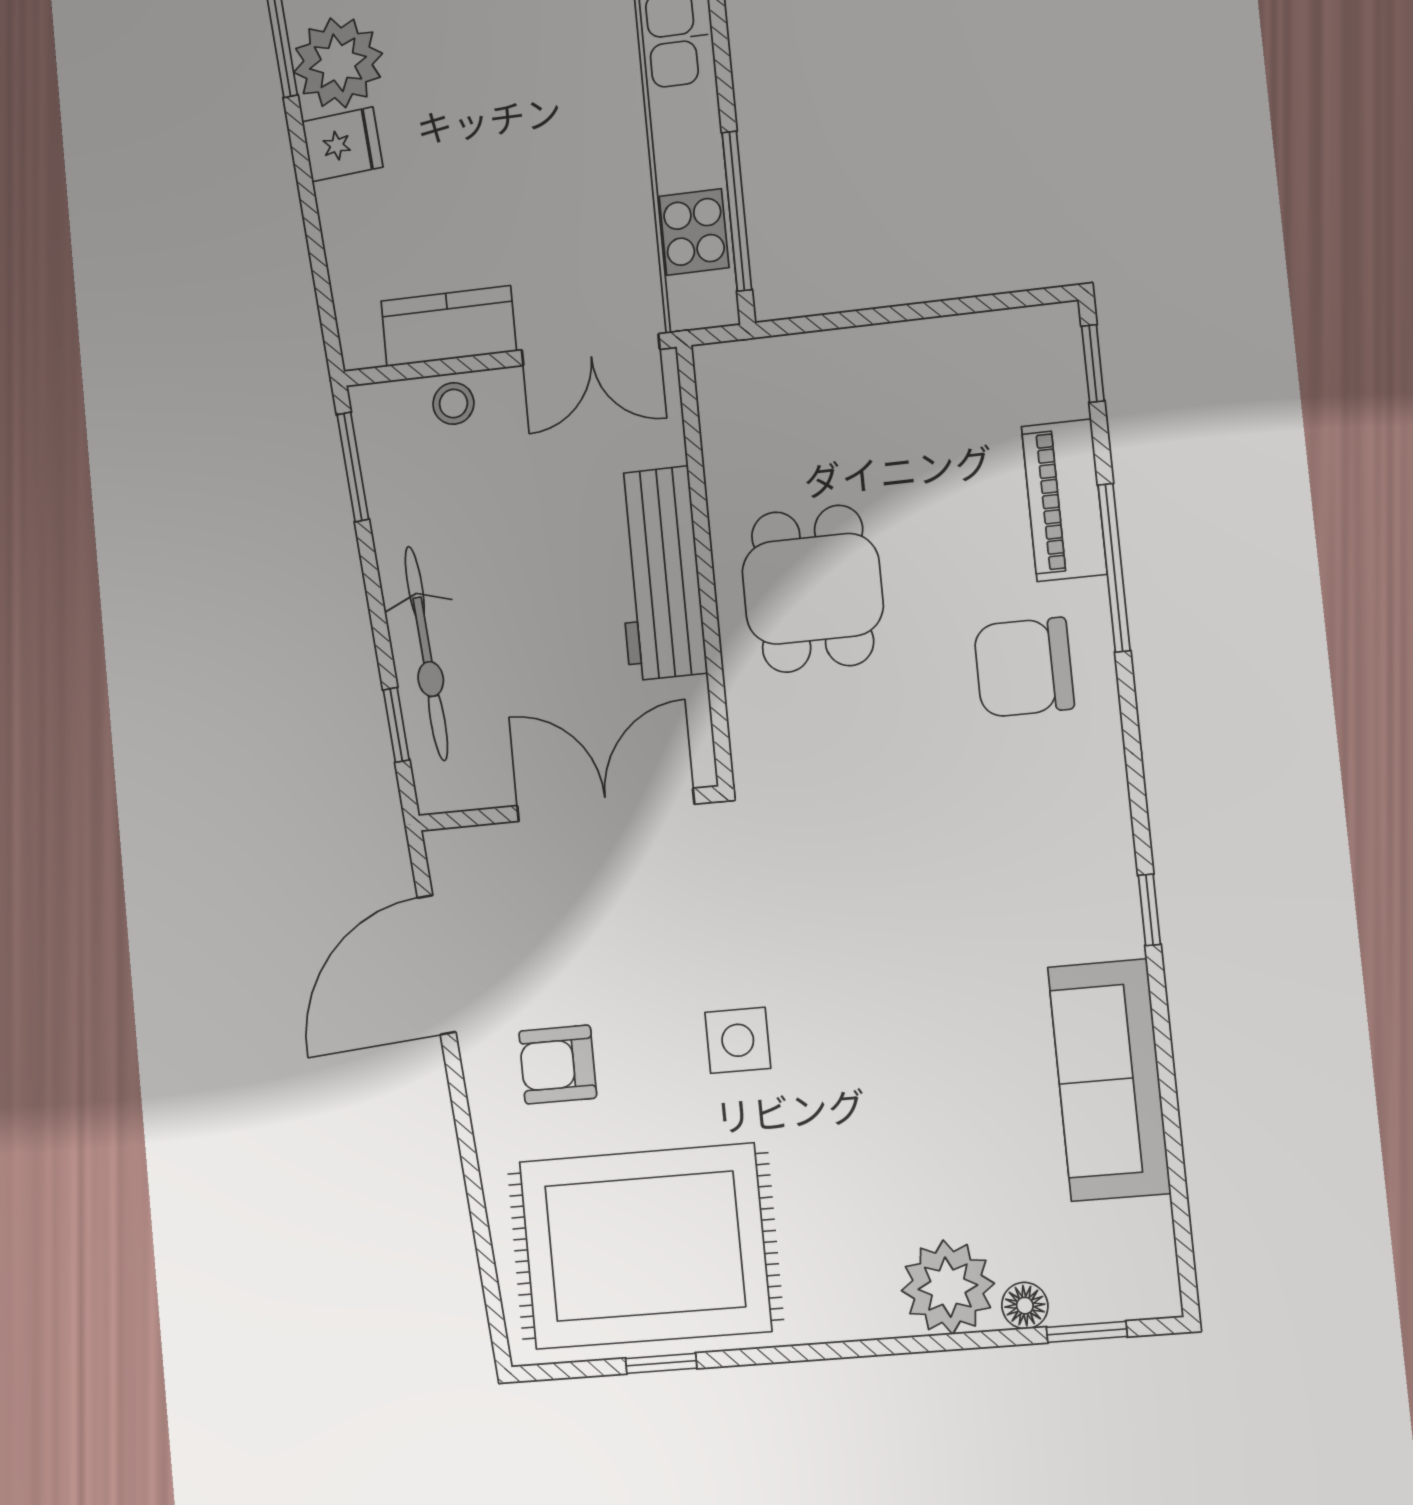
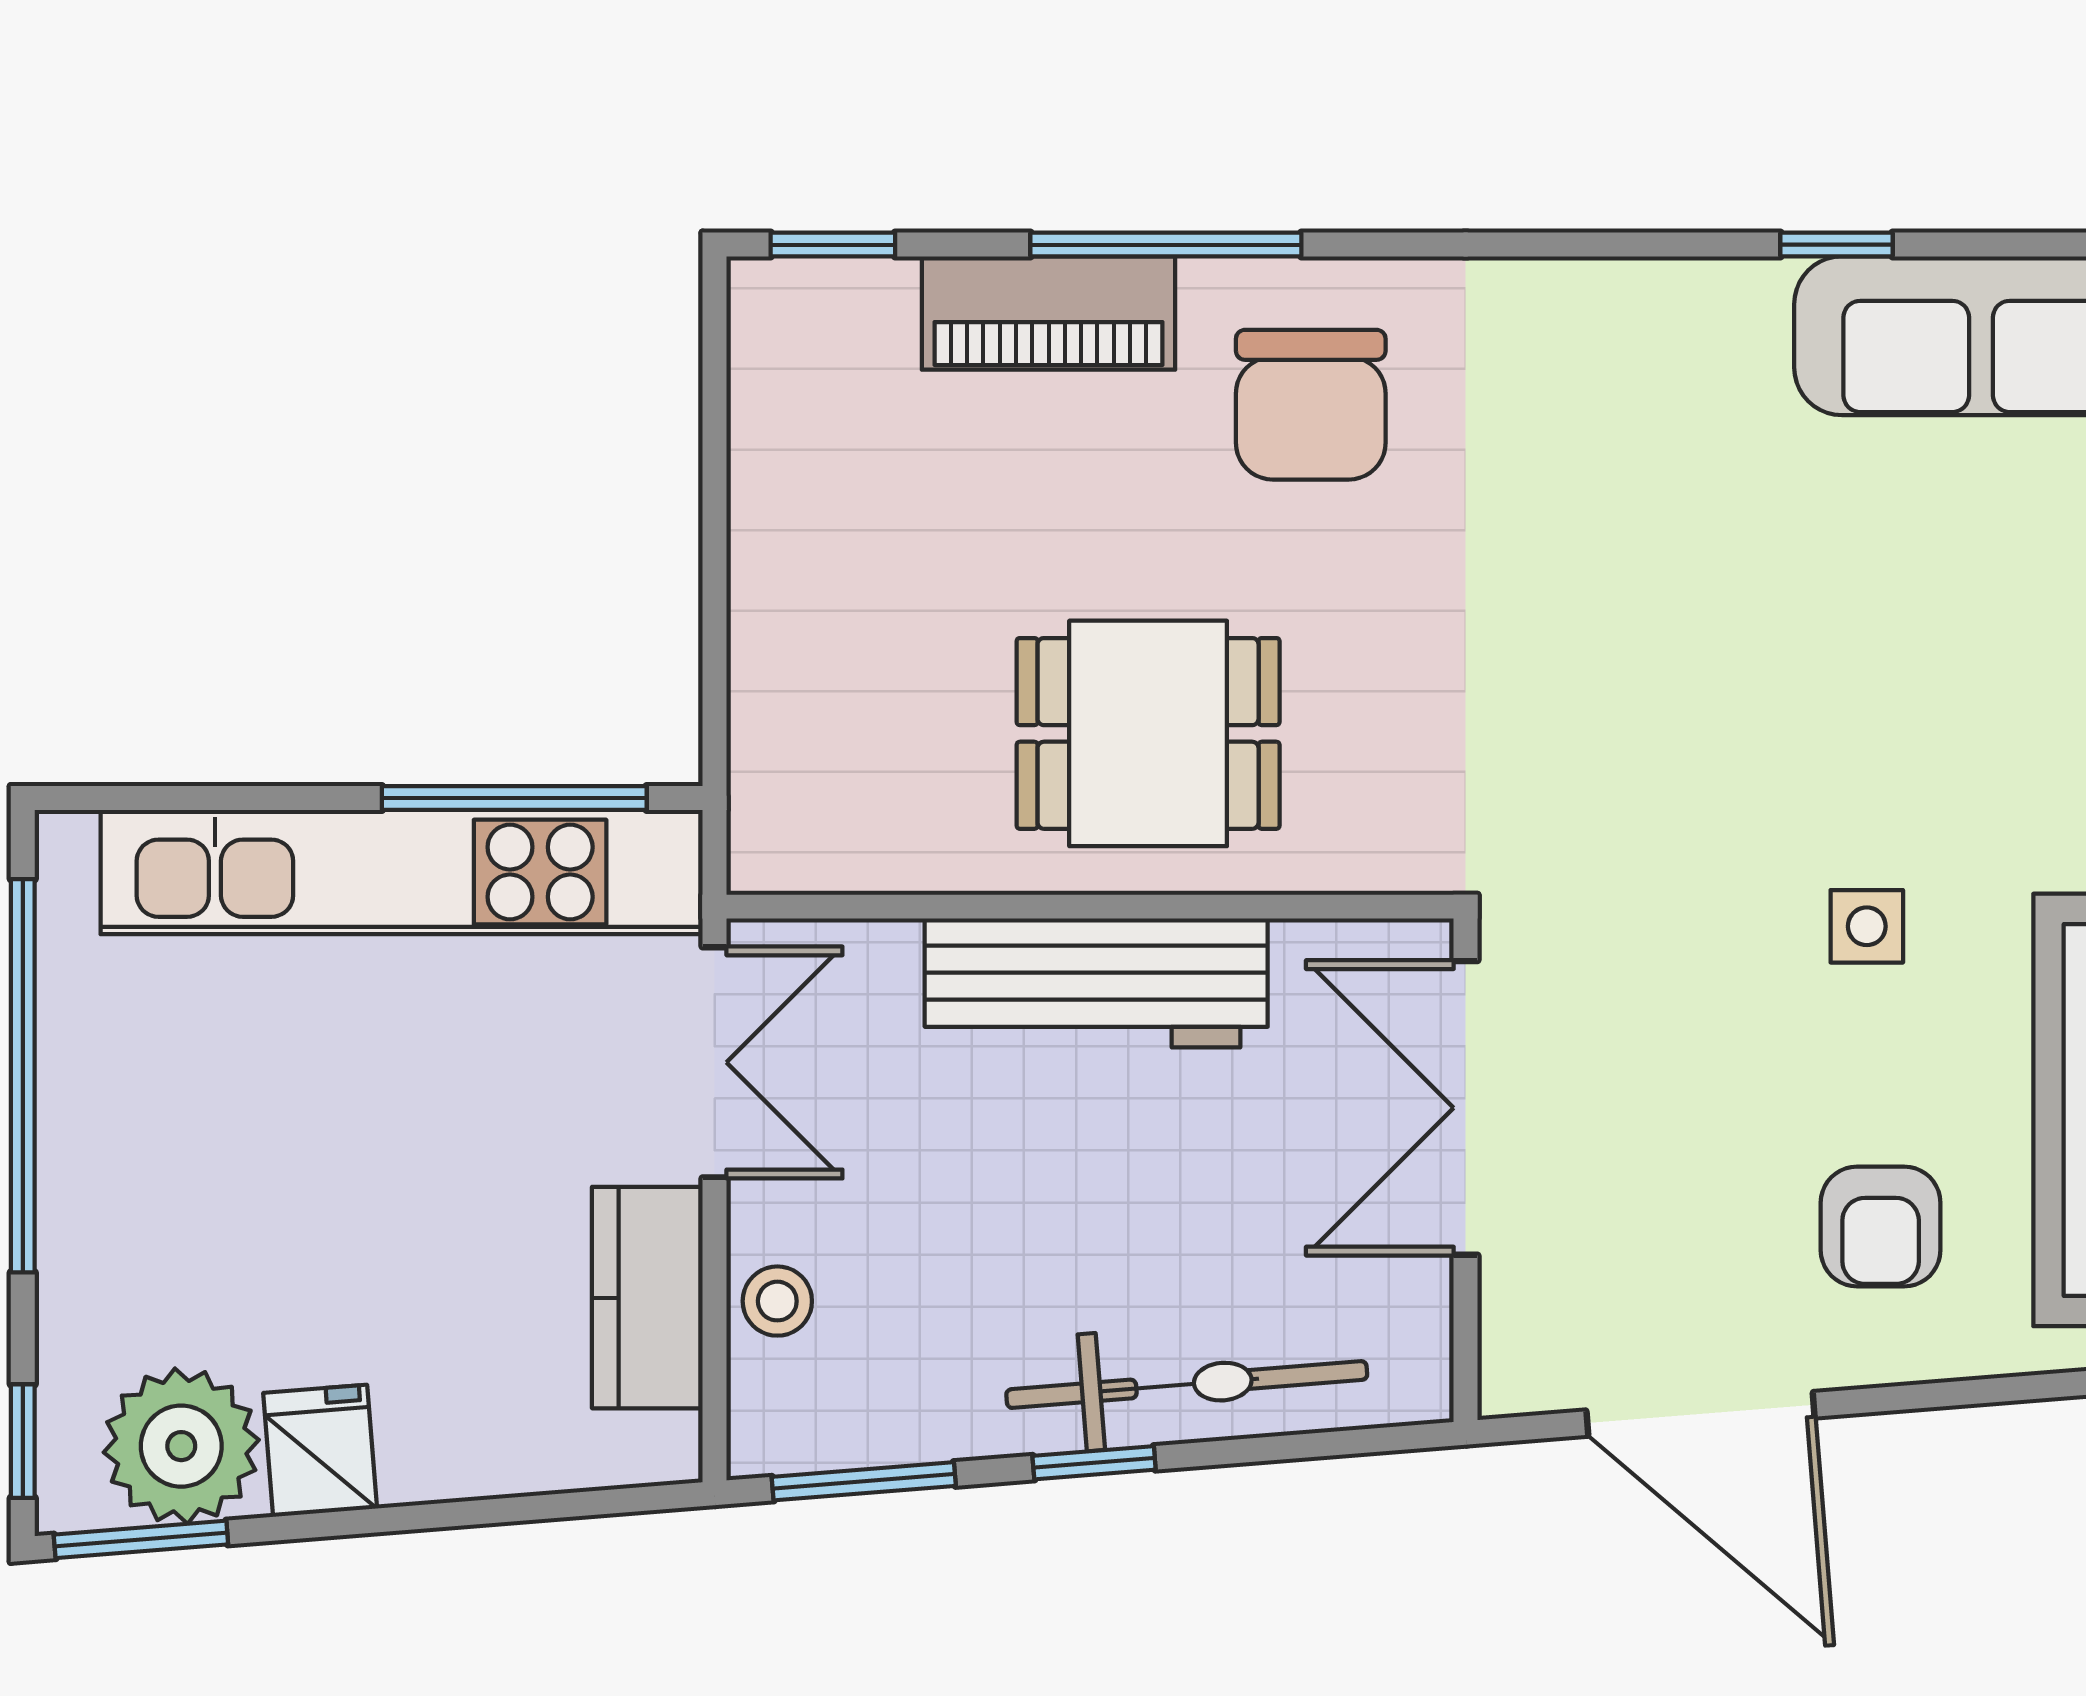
window: (396, 725) -> (1094, 1463), moved
window: (1149, 910) -> (1837, 245), moved
side table: (738, 1040) -> (1867, 926), width x0.73, depth x0.73

